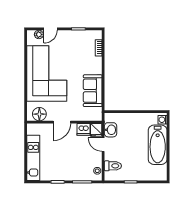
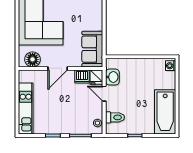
sofa: (93, 91) -> (92, 49), moved
bathtub: (158, 145) -> (165, 112), moved

